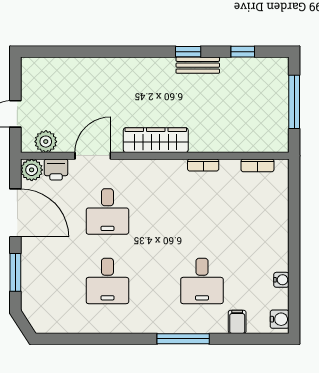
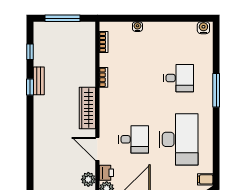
water cooler: (281, 280) -> (137, 27), moved
desk: (107, 281) -> (179, 139), width x1.87, depth x1.30
filing cabinet: (237, 322) -> (205, 179), moved

